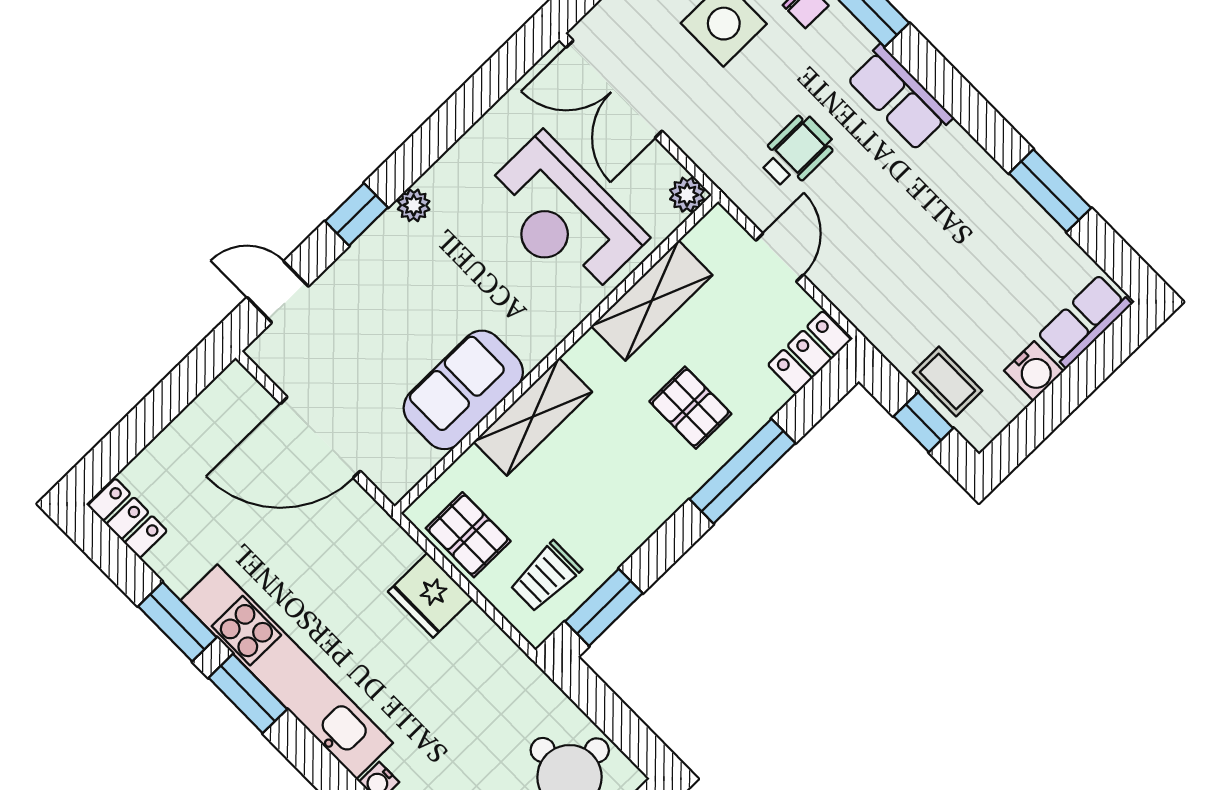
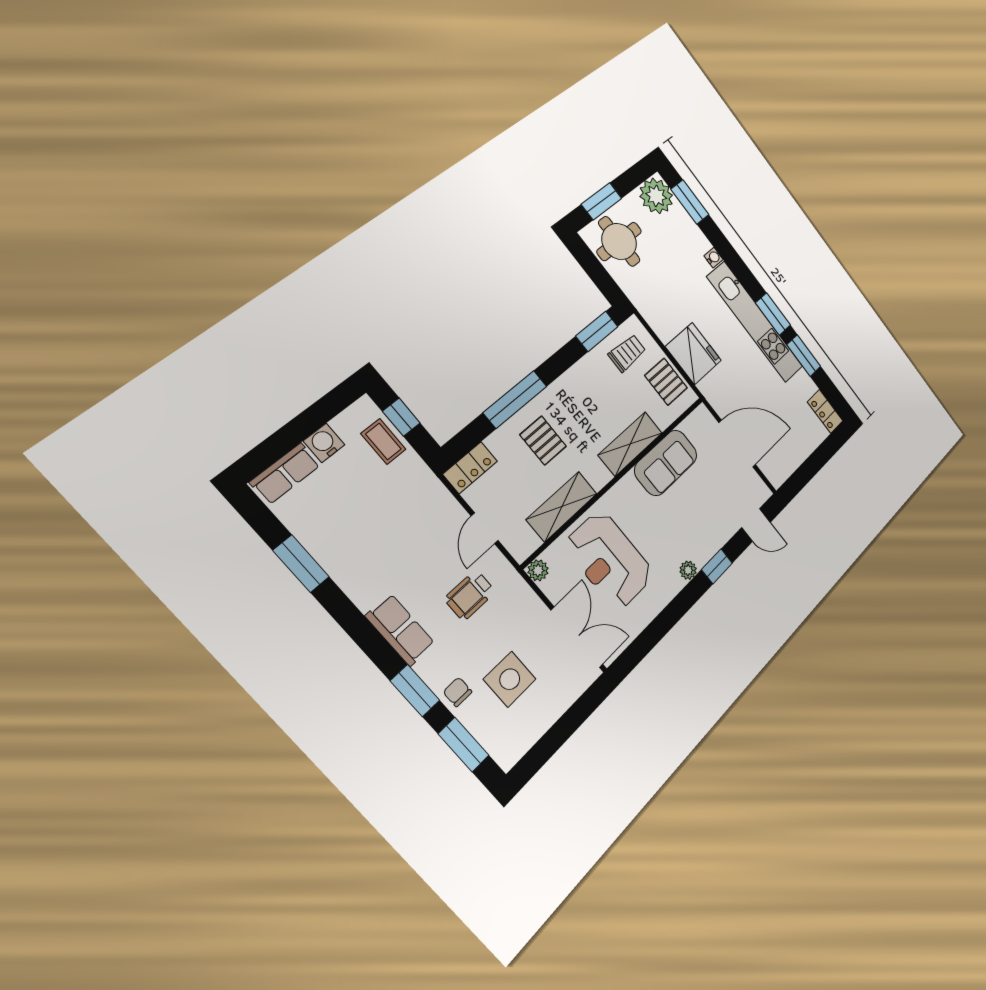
reception desk: (562, 217) -> (609, 560), turned 180
fridge: (430, 595) -> (693, 353), width x1.36, depth x1.34

